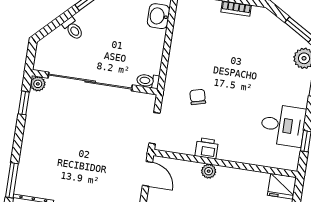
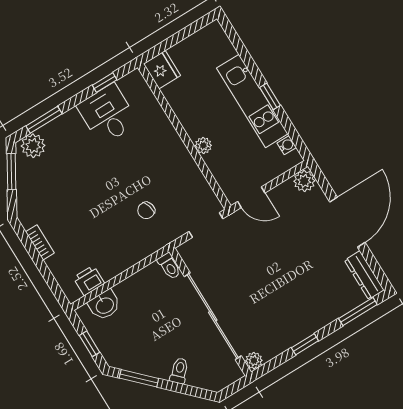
window: (24, 103) -> (305, 344), moved
printer: (207, 148) -> (89, 280), moved, turned 90
door: (147, 174) -> (251, 197), swing flipped

